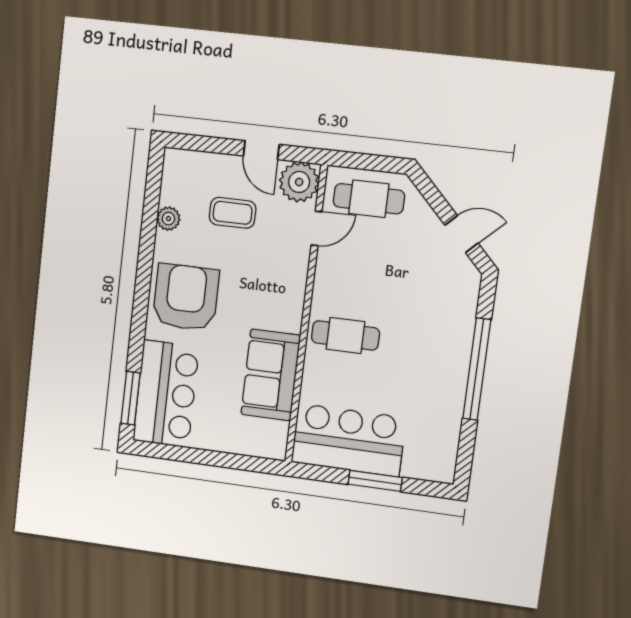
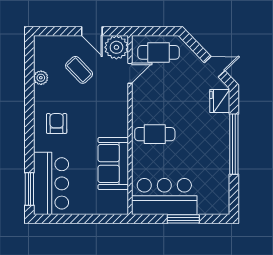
coffee table: (233, 213) -> (79, 70), turned 46
fridge: (462, 293) -> (220, 101), added
armchair: (186, 297) -> (57, 123), width x0.53, depth x0.53

